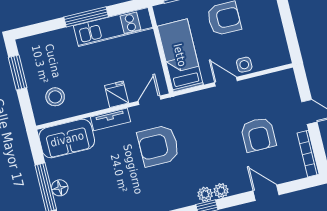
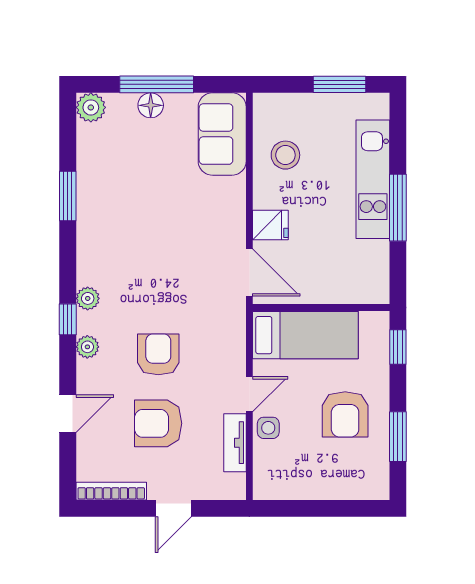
kitchen unit: (113, 27) -> (373, 179), moved
stool: (55, 97) -> (285, 155), moved
door: (150, 100) -> (249, 272), width x1.37
tv unit: (110, 119) -> (235, 443), moved
armchair: (158, 146) -> (158, 354), moved, width x0.73, depth x0.73
plant: (205, 194) -> (88, 298), moved

